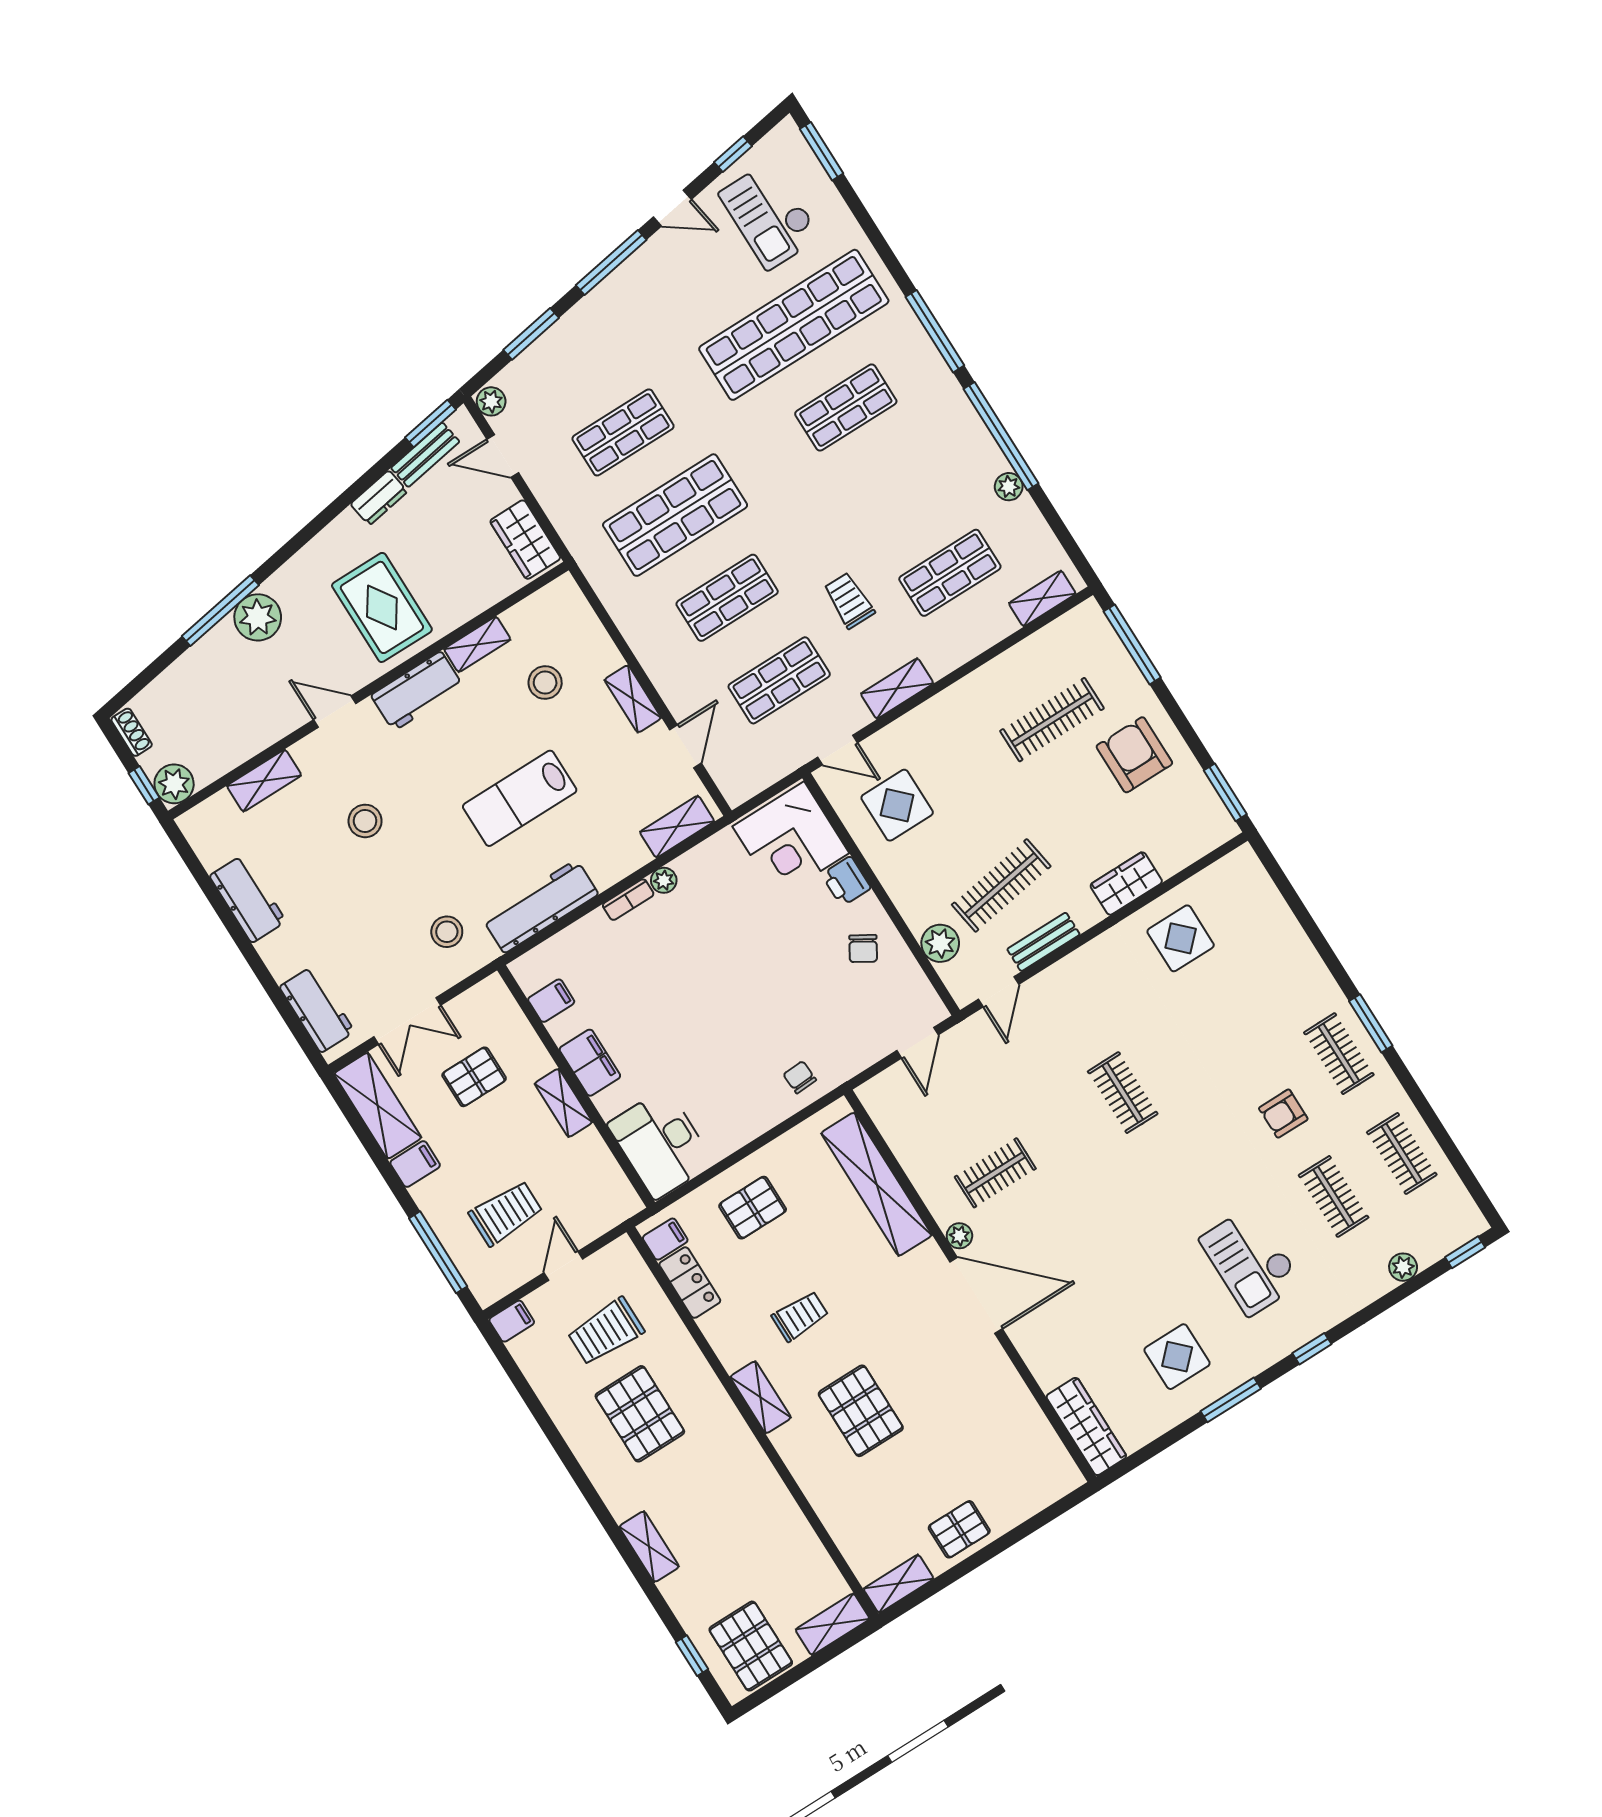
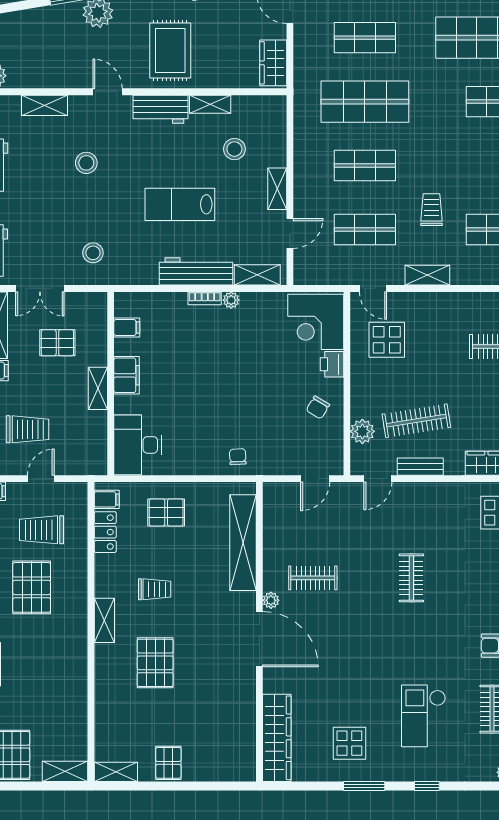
workbench: (540, 906) -> (196, 271), moved
wardrobe: (1086, 1426) -> (277, 738), width x1.40, depth x1.17
pallet: (959, 1529) -> (168, 763), turned 90

